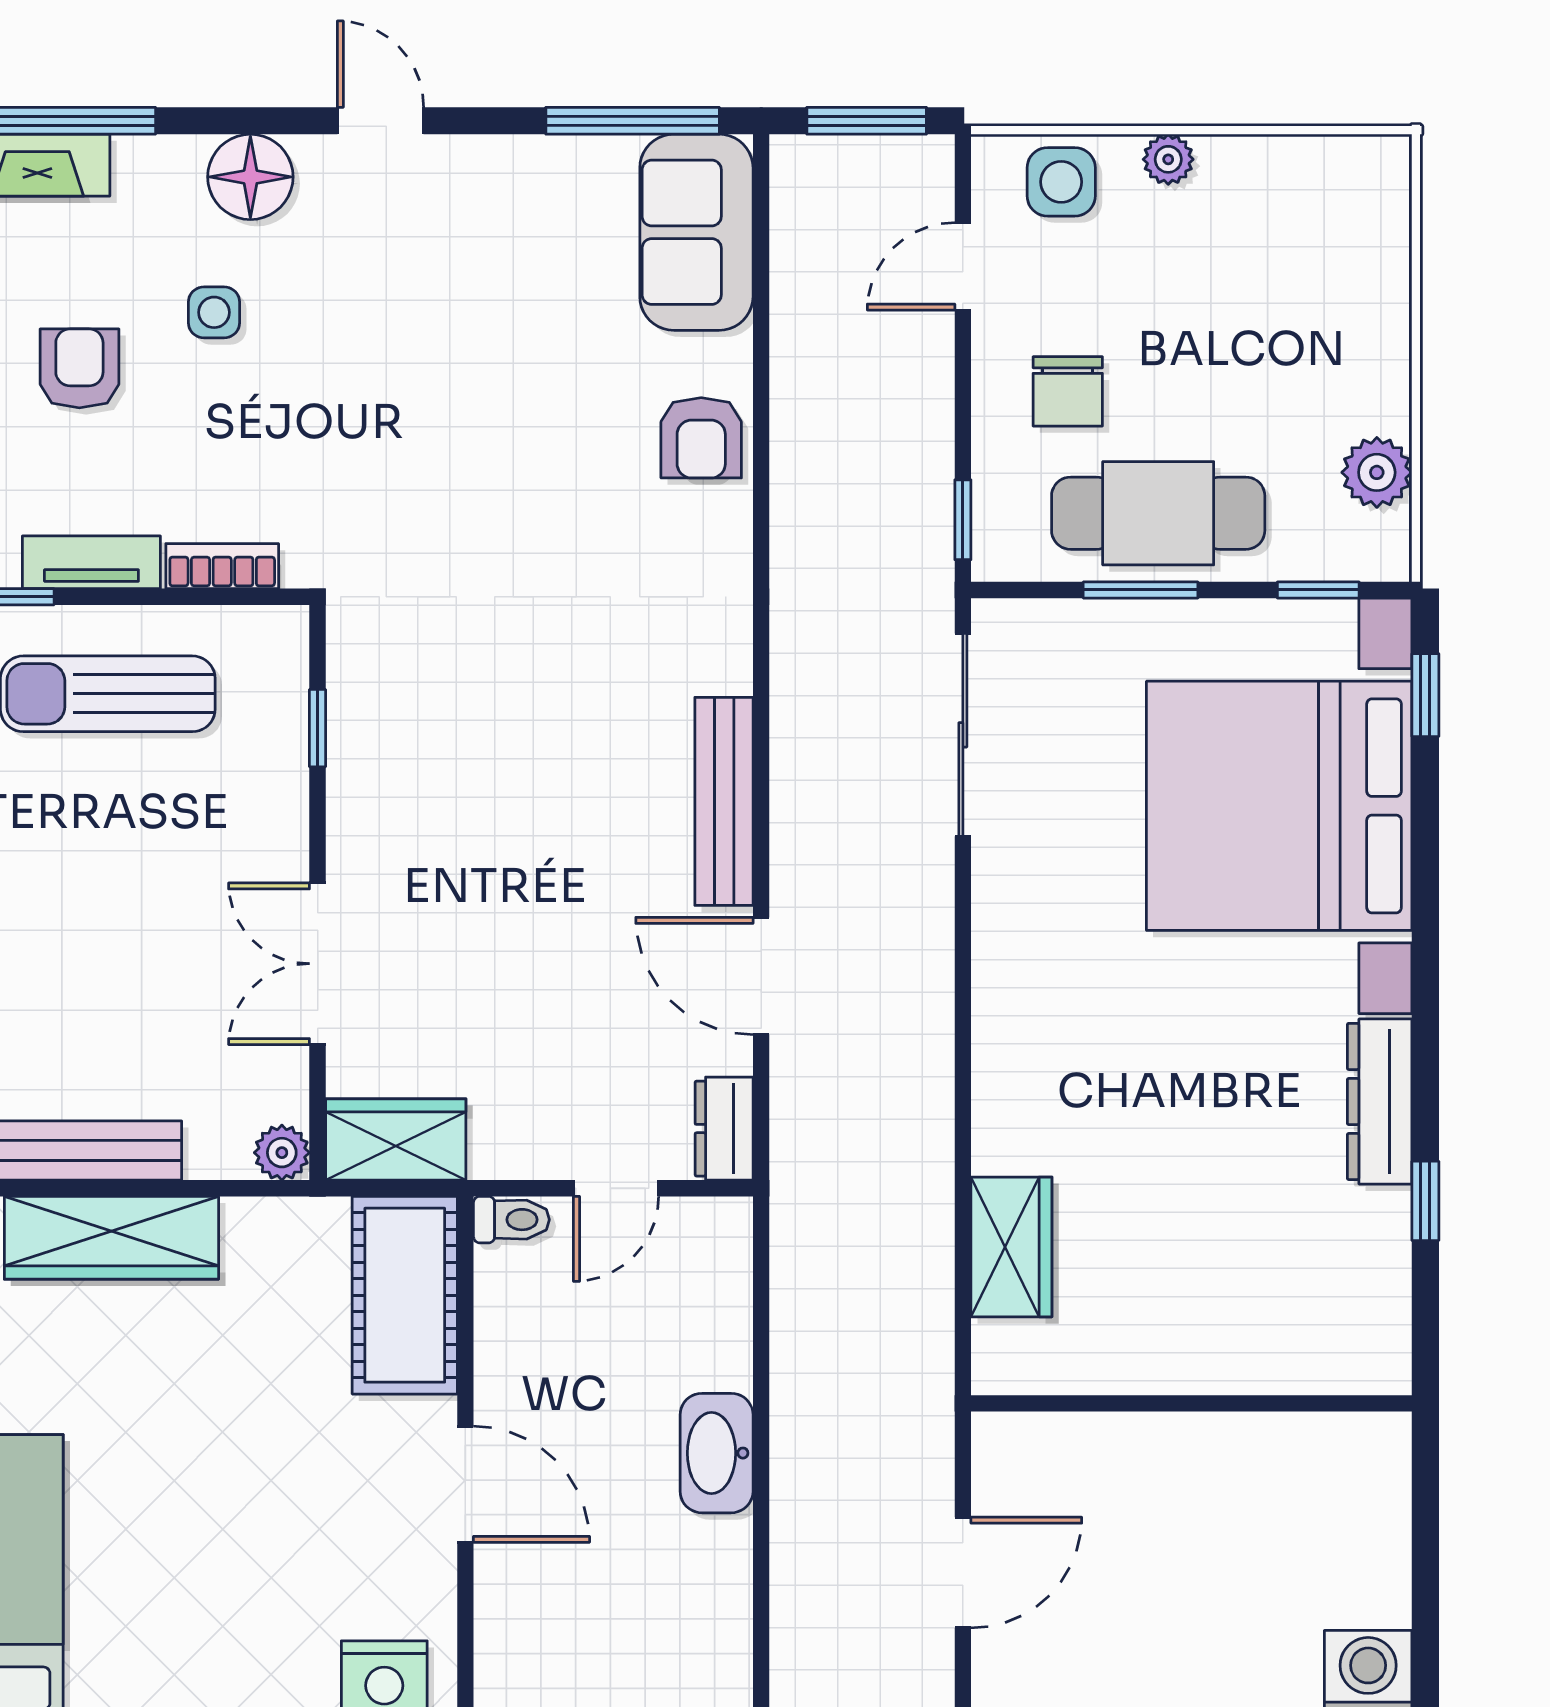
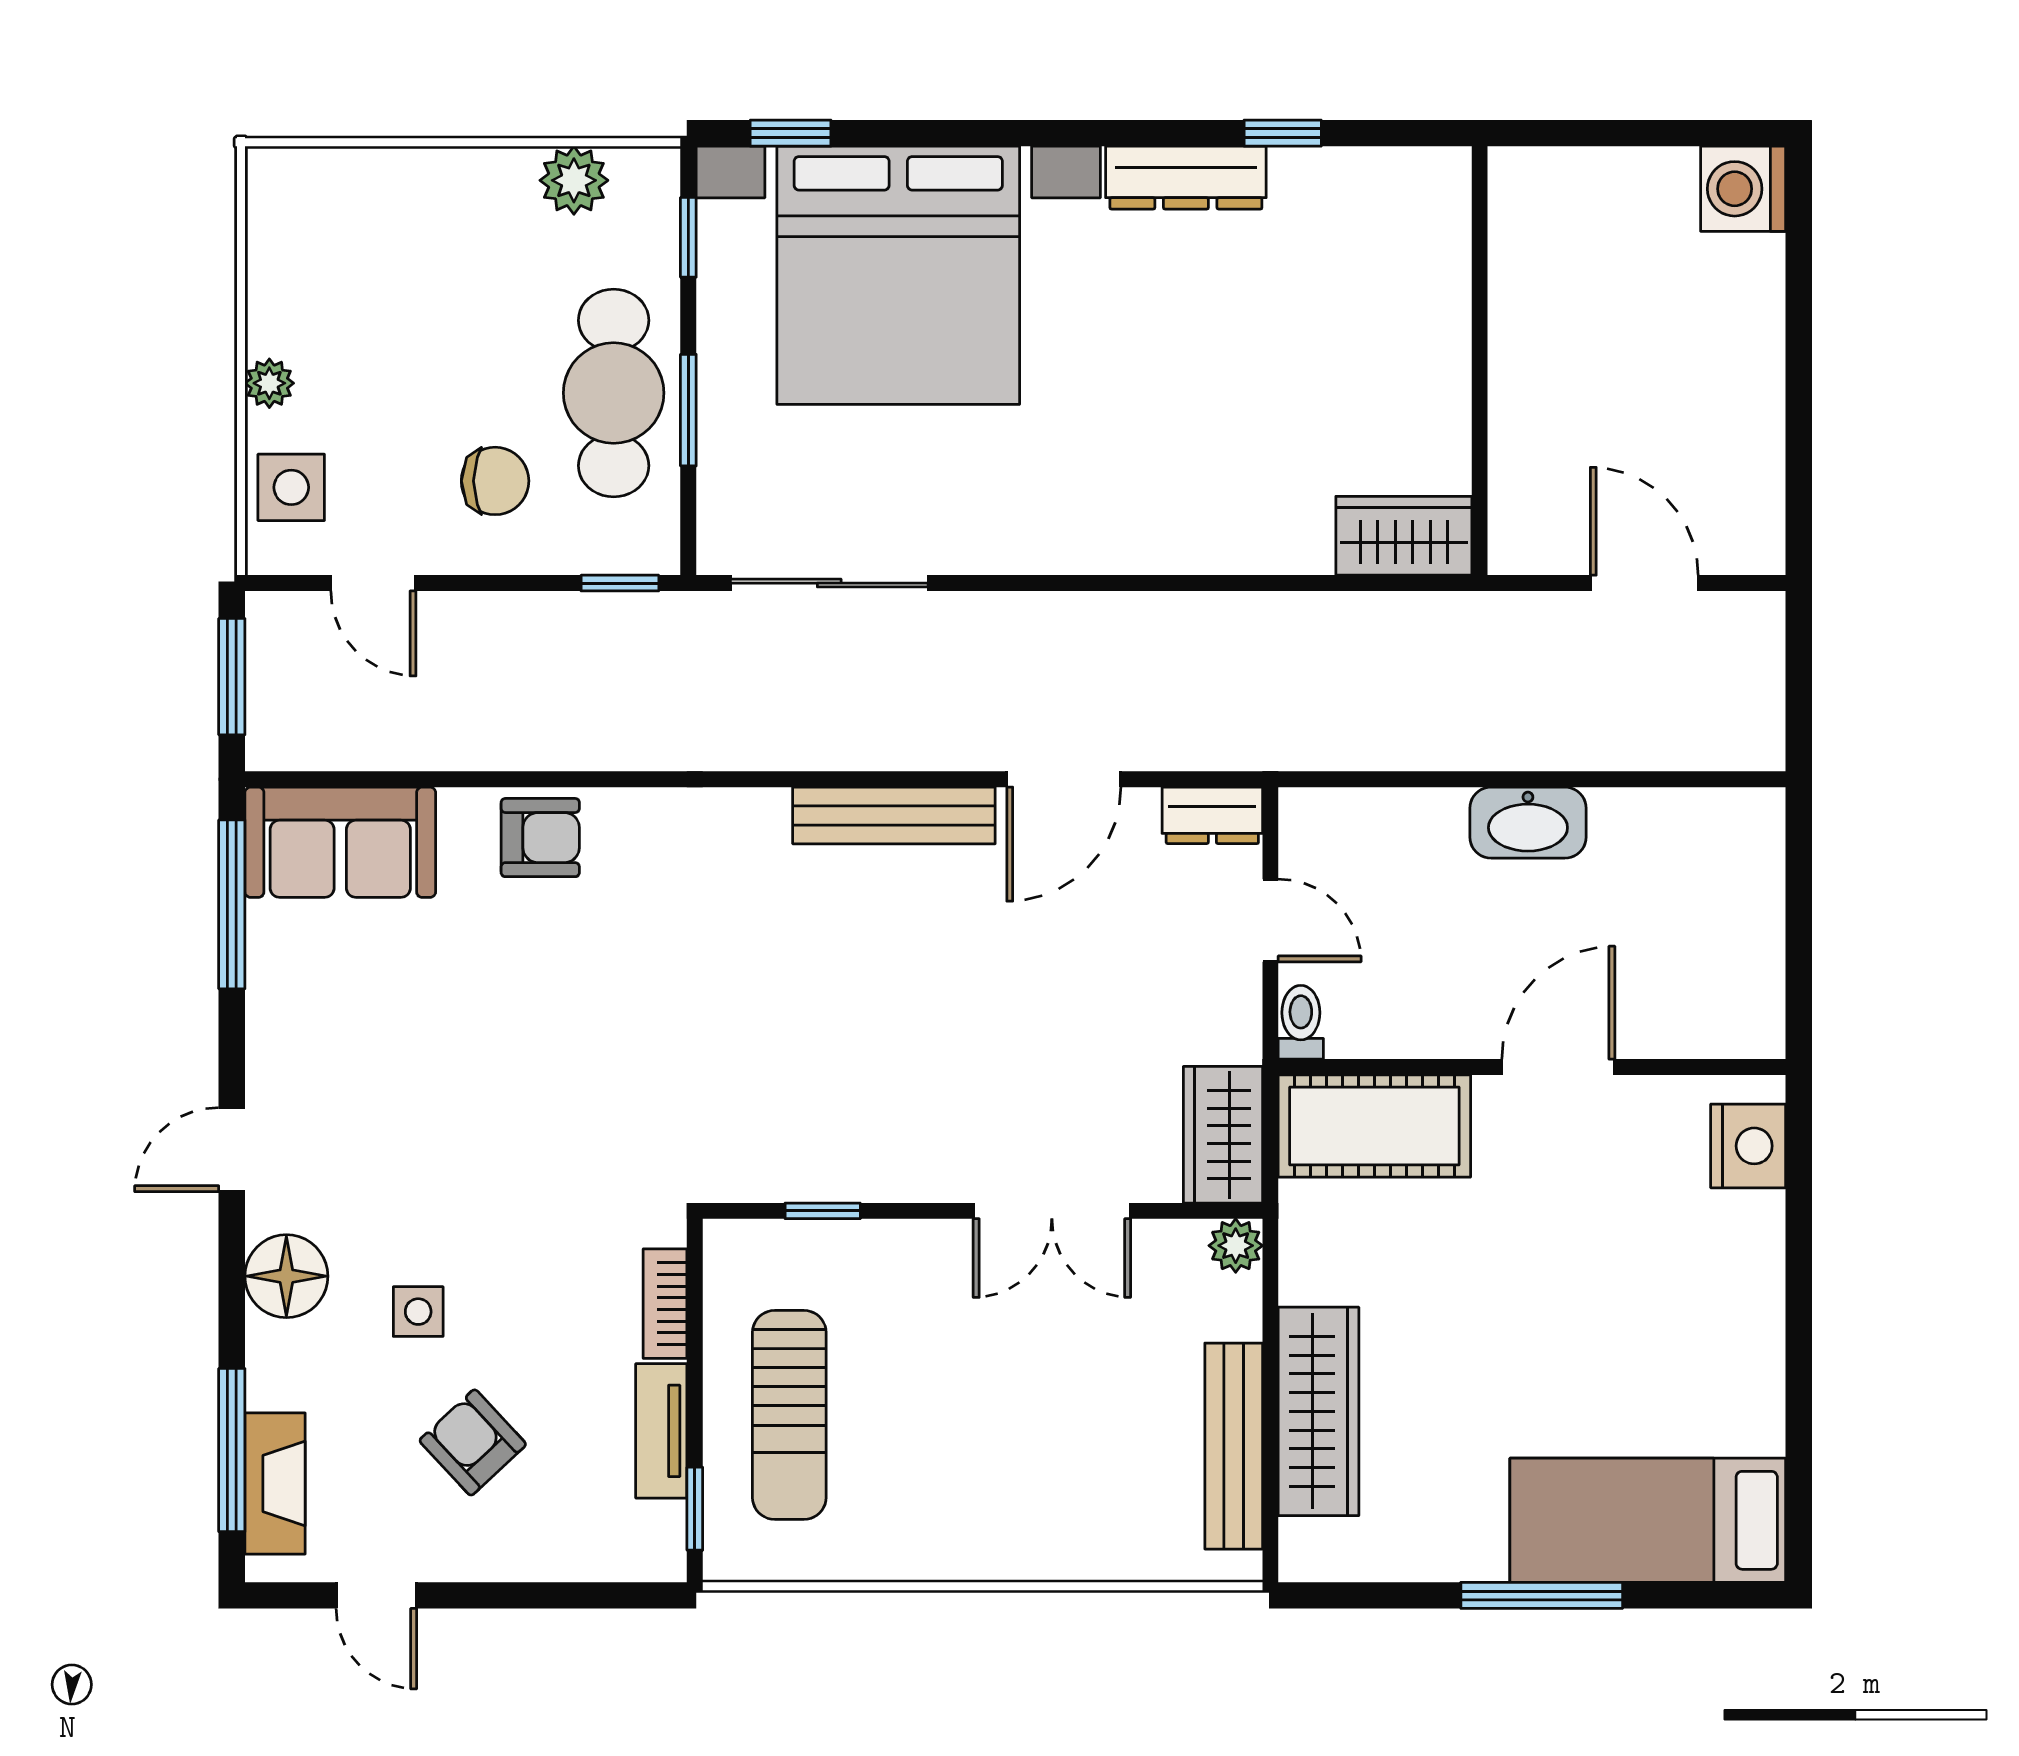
armchair: (79, 368) -> (473, 1442), turned 47
wardrobe: (1011, 1247) -> (1404, 536), moved

